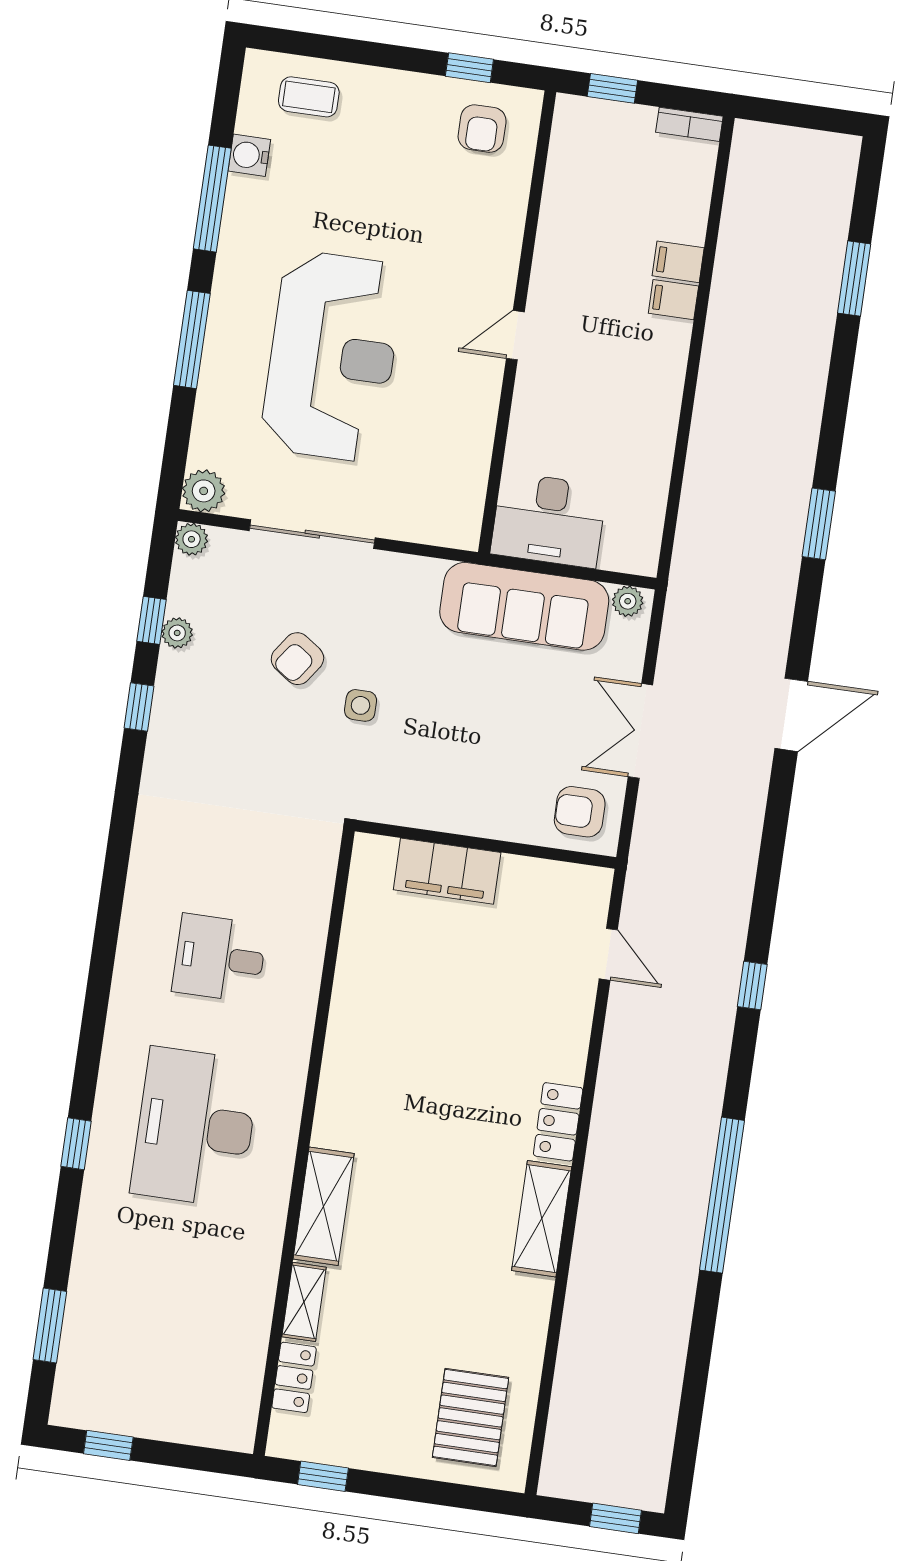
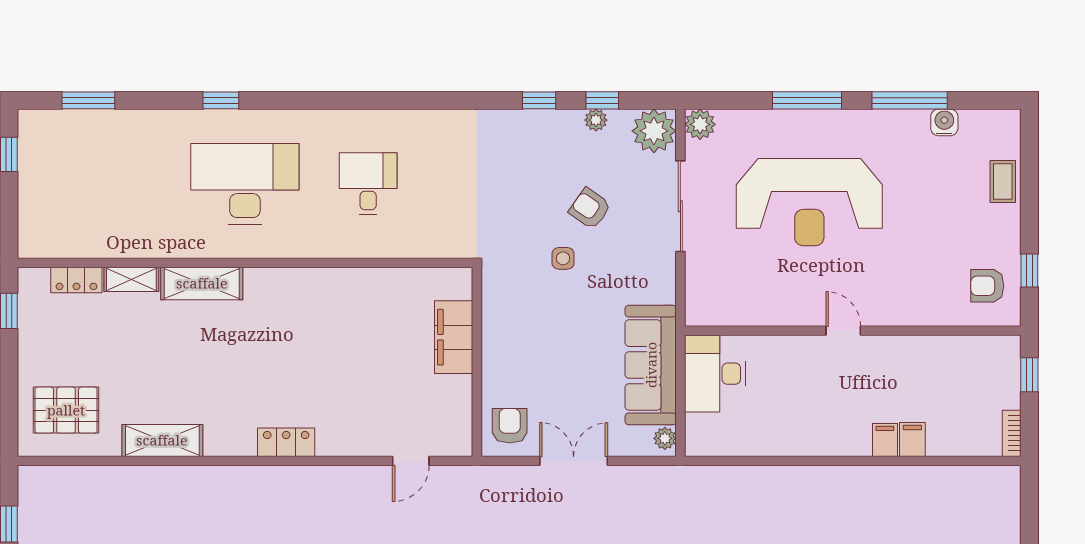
coffee table: (309, 97) -> (1003, 182), moved
plant: (192, 539) -> (654, 131), width x1.87, depth x1.87
shelving: (542, 1219) -> (162, 440), moved

